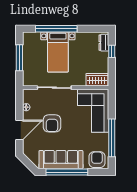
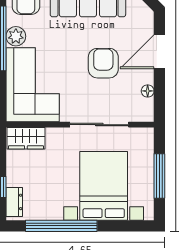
window: (56, 29) -> (61, 226), moved
bed with nightstands: (58, 52) -> (104, 186), width x1.36
plant: (103, 139) -> (16, 36), added

